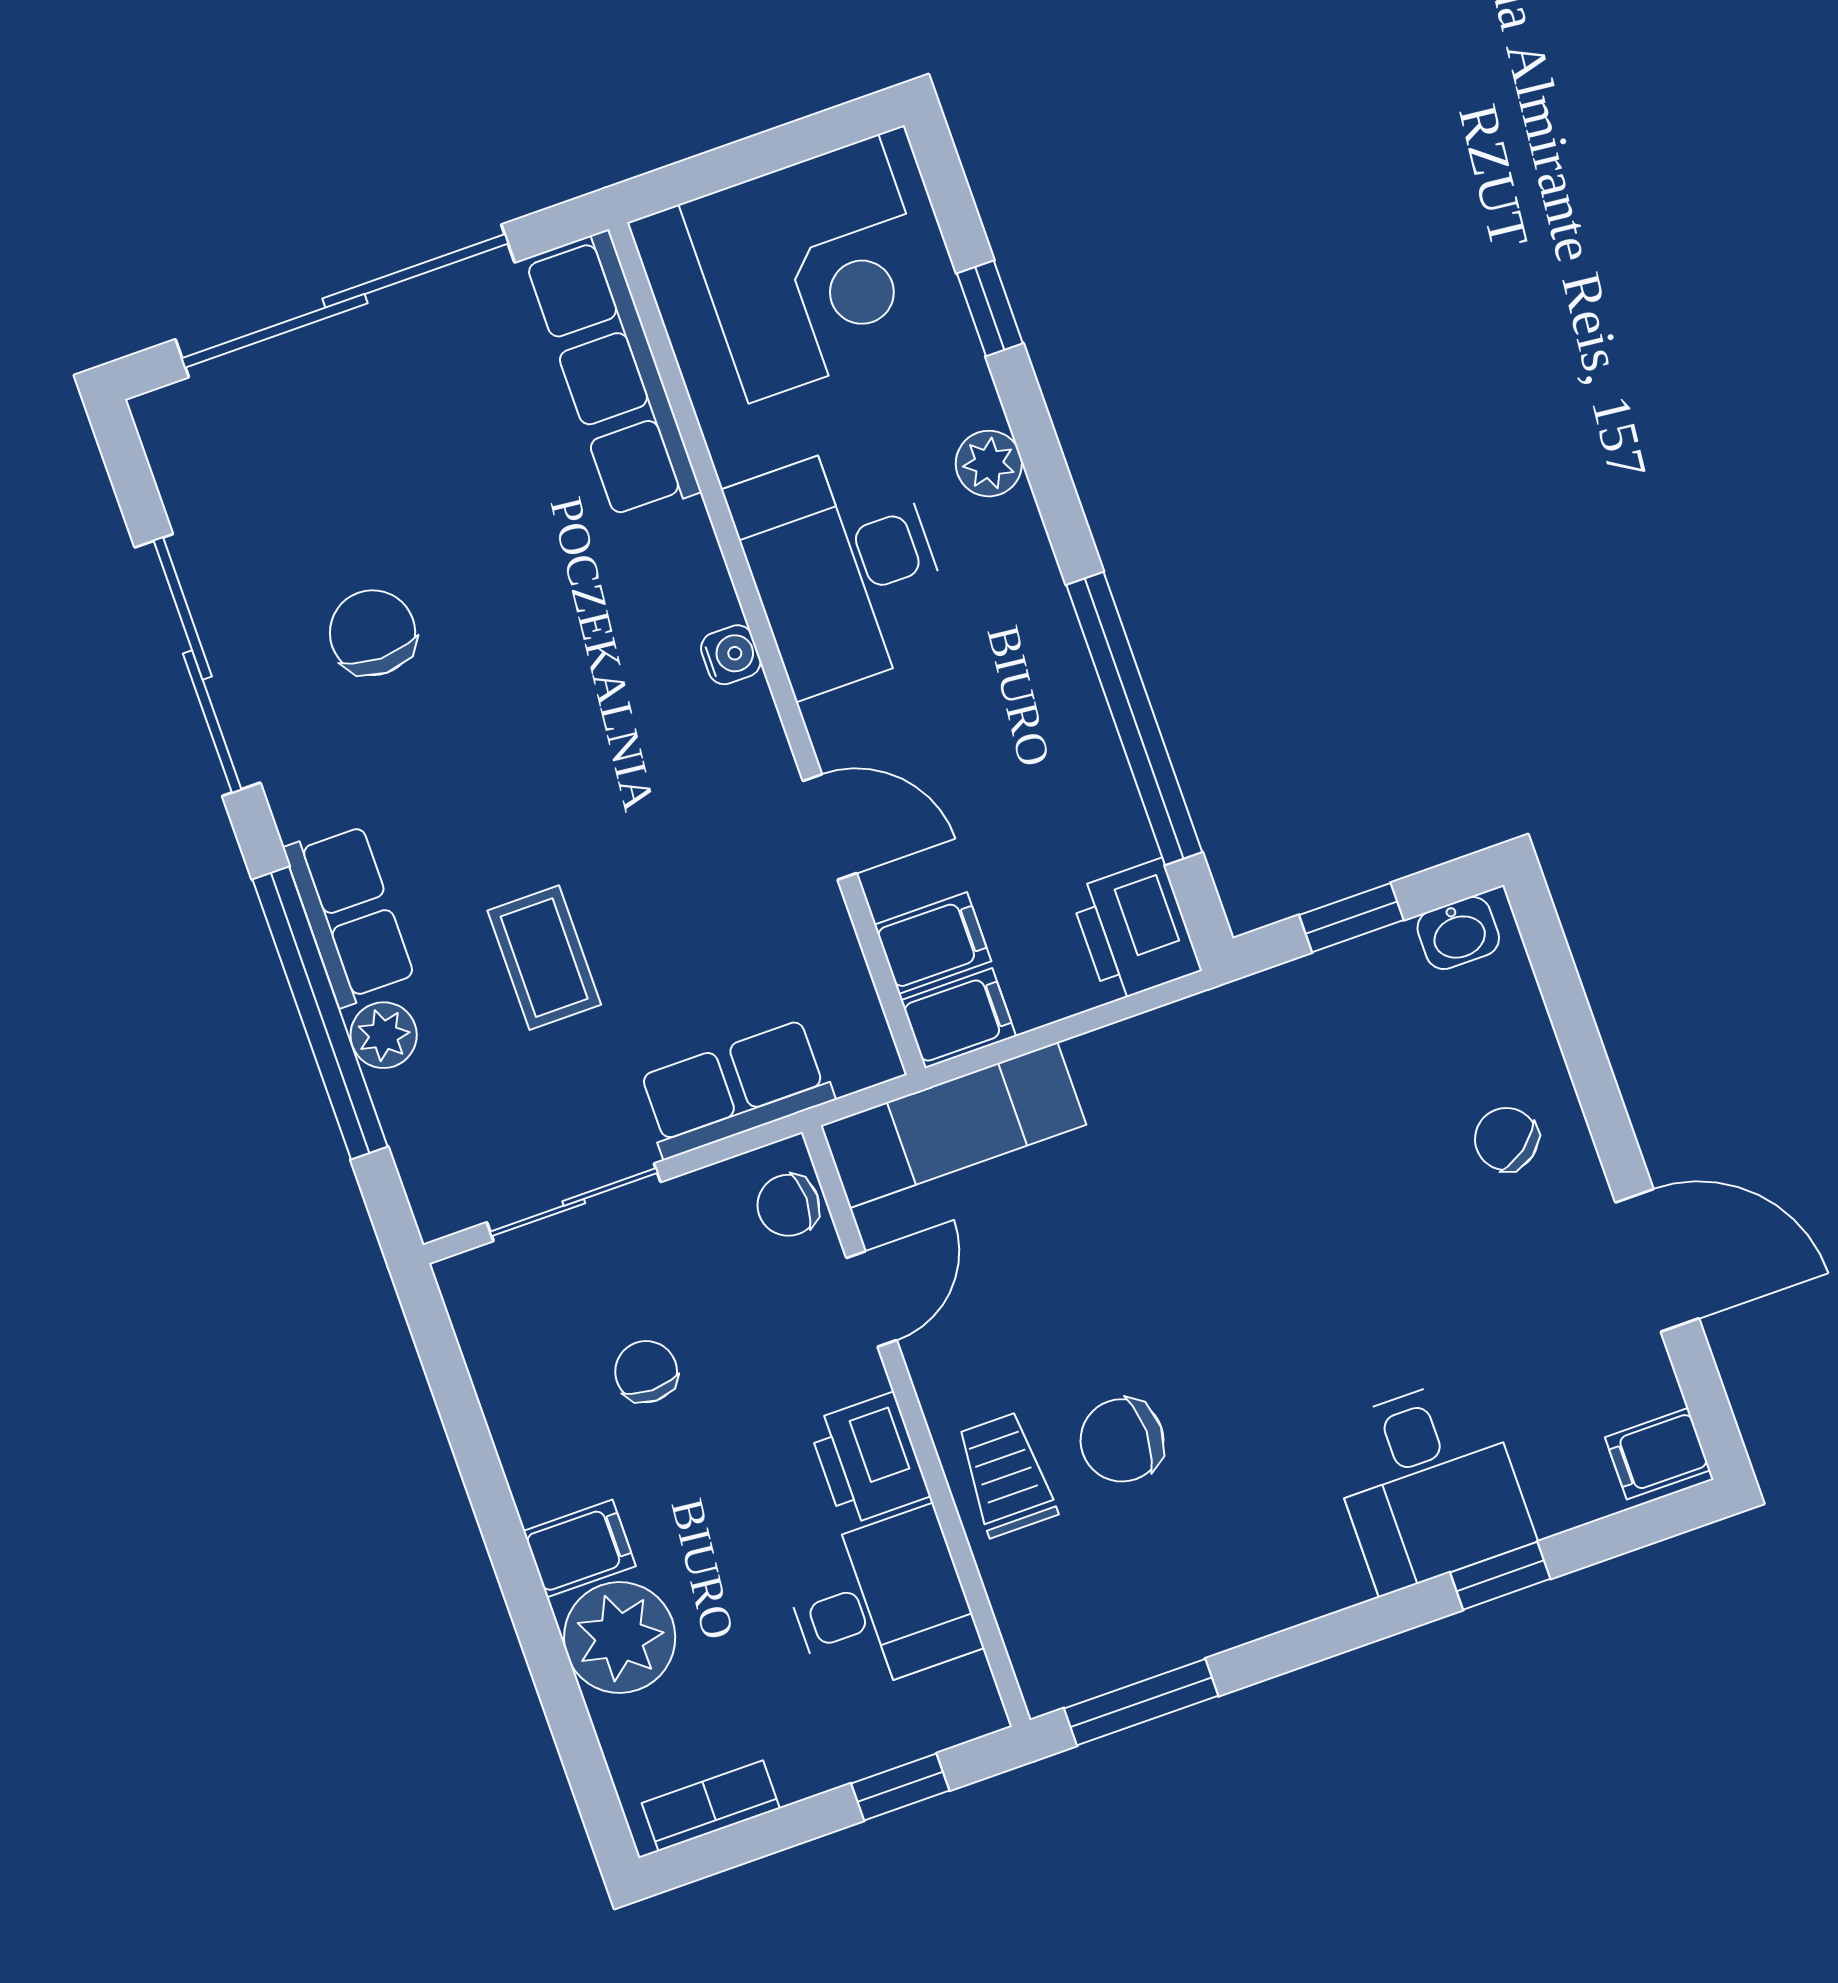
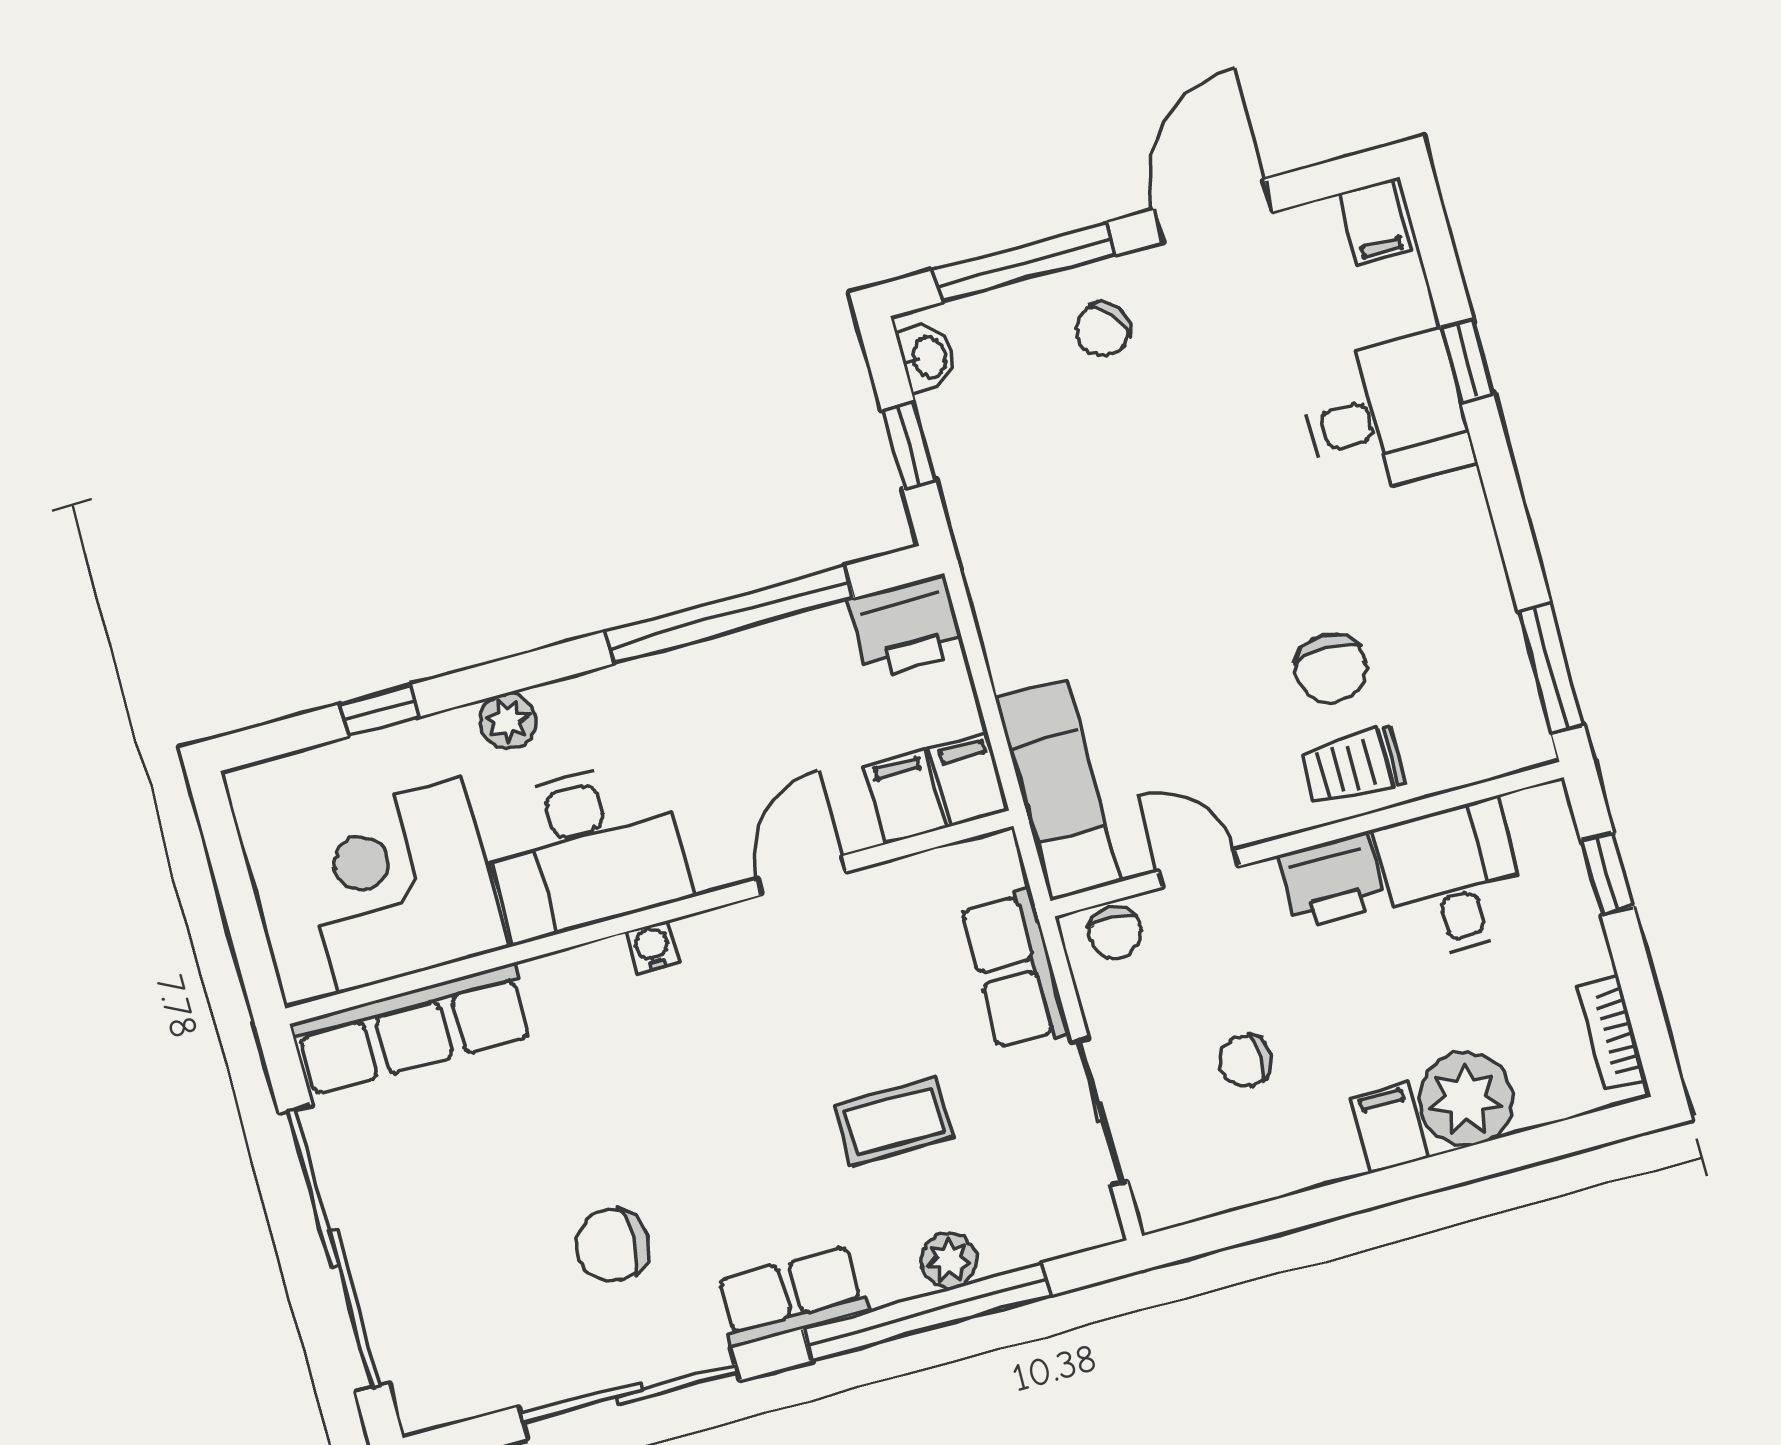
corner desk: (813, 269) -> (400, 885), moved, turned -90
row of seats: (350, 915) -> (792, 1296), moved
window: (1580, 1040) -> (1025, 262), added

